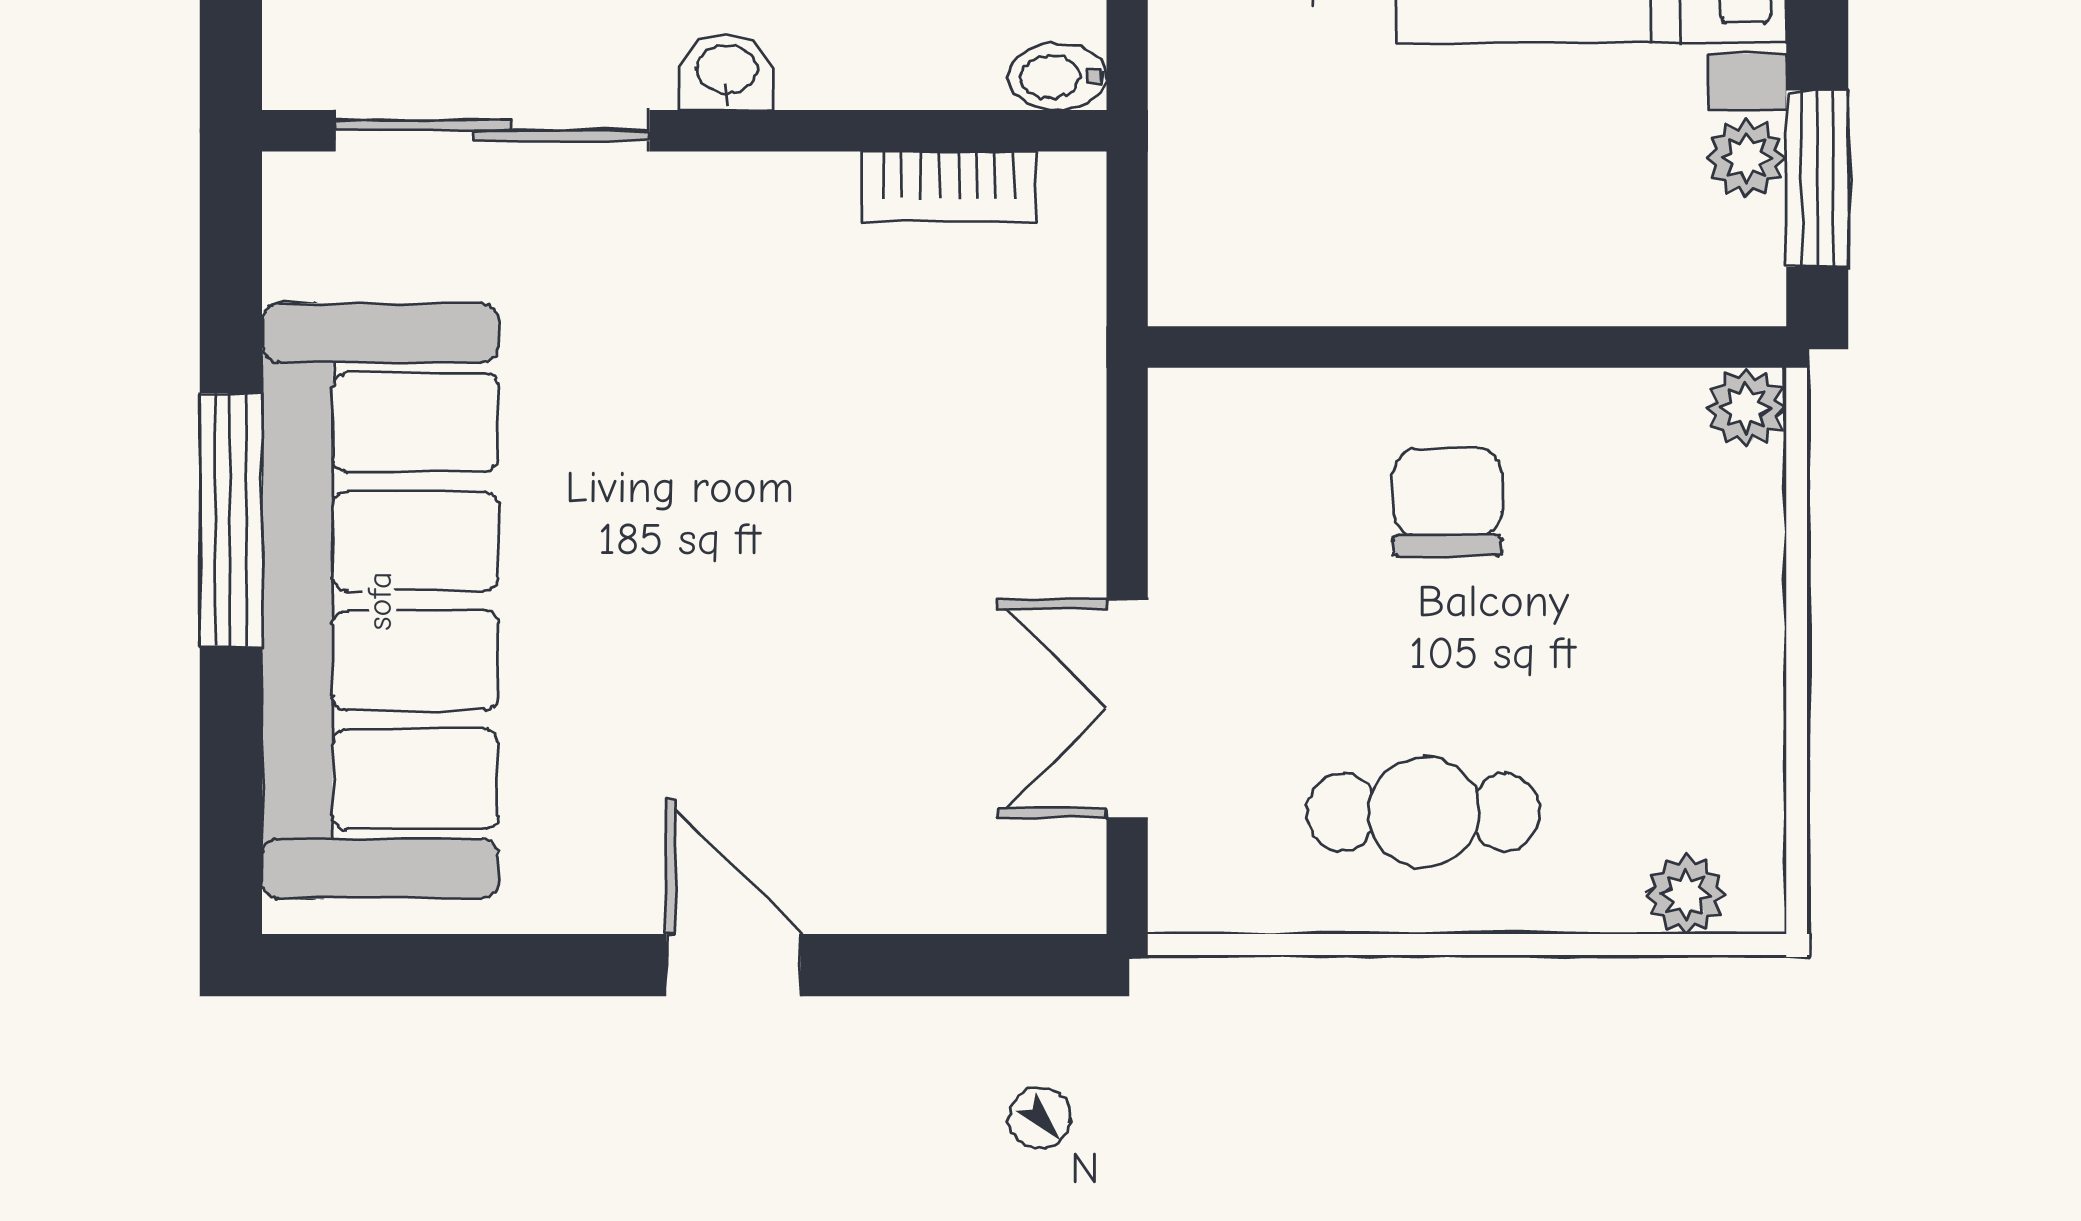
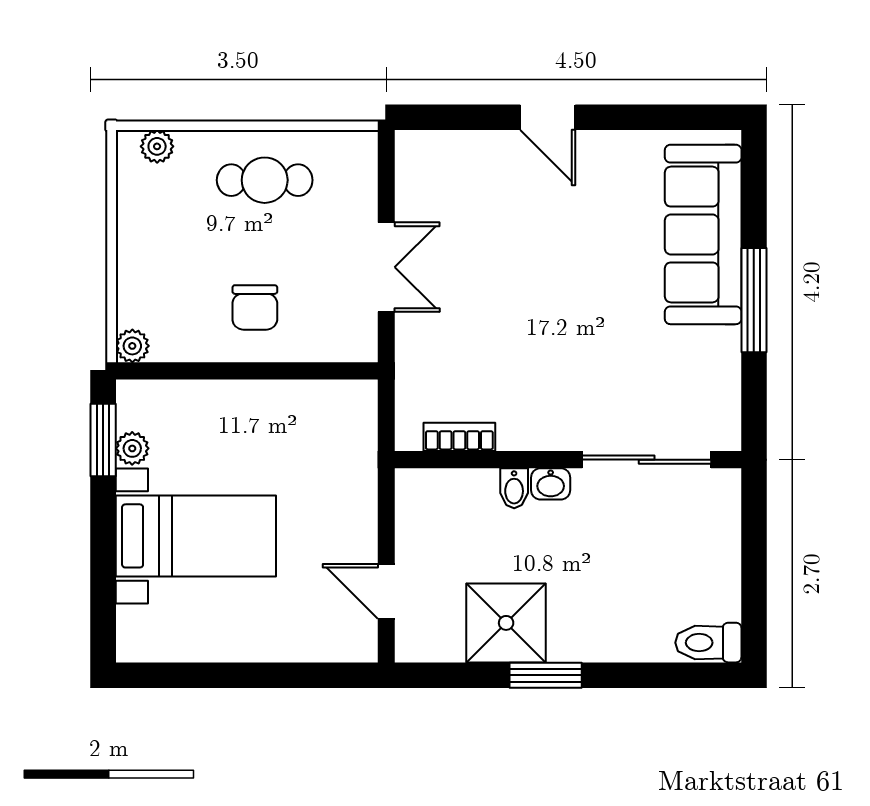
bidet: (1057, 77) -> (514, 488), moved, turned 90
sofa: (380, 601) -> (703, 234), width x0.74, depth x0.79
double door: (1127, 708) -> (386, 267), moved

